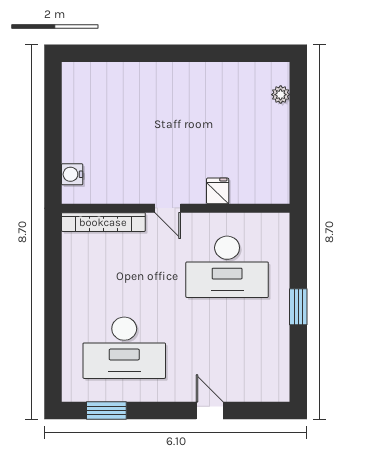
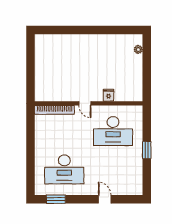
water cooler: (72, 174) -> (40, 87), removed

